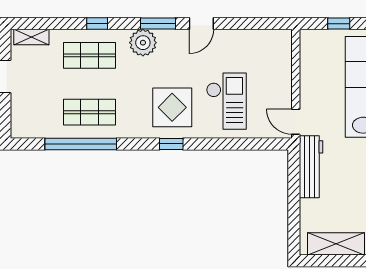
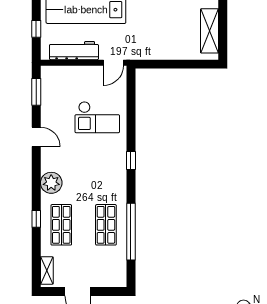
window: (158, 24) -> (36, 92), moved
checkout: (226, 101) -> (97, 117), turned 180
display table: (172, 107) -> (102, 160), removed
workbench: (311, 167) -> (74, 51), moved

